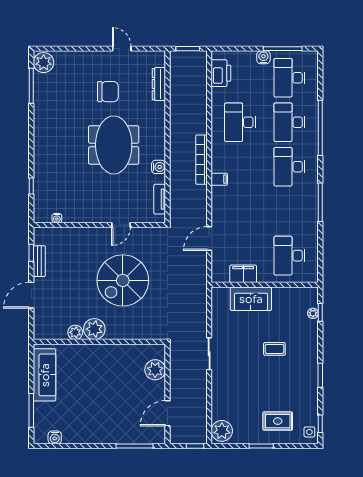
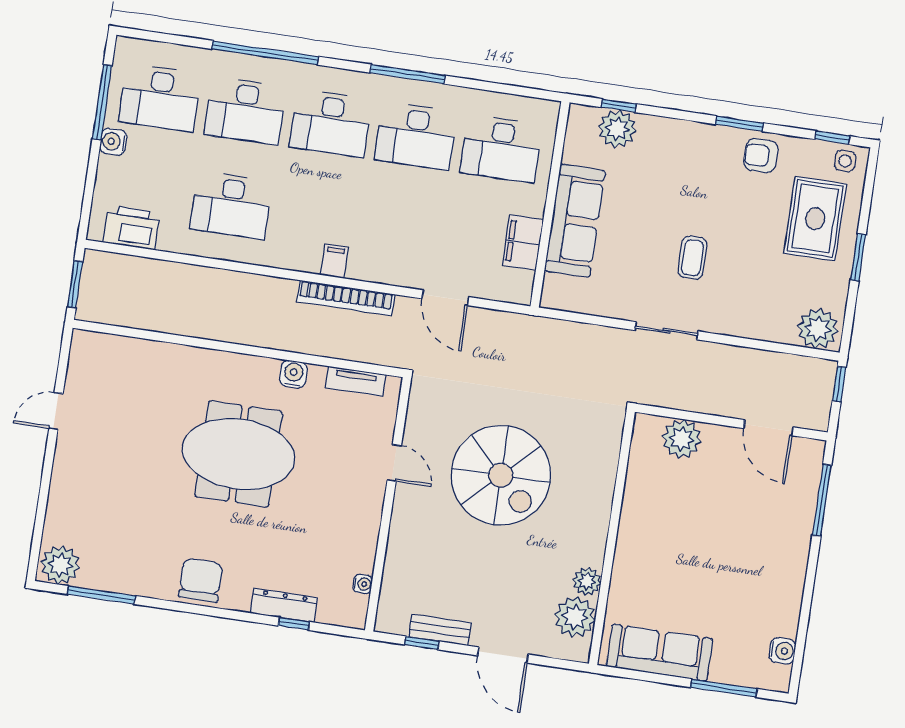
dresser: (159, 84) -> (284, 605), moved, turned 180
chair: (108, 92) -> (201, 580), moved
bookcase: (201, 160) -> (346, 298), moved
desk: (289, 211) -> (416, 136), added
sofa: (251, 299) -> (575, 221), width x1.36
plant: (313, 313) -> (617, 129), width x1.87, depth x1.87
plant: (94, 329) -> (575, 617), moved
coffee table: (274, 349) -> (692, 258), moved
armchair: (306, 389) -> (761, 156), added
rug: (278, 421) -> (815, 219), width x1.36, depth x1.43

